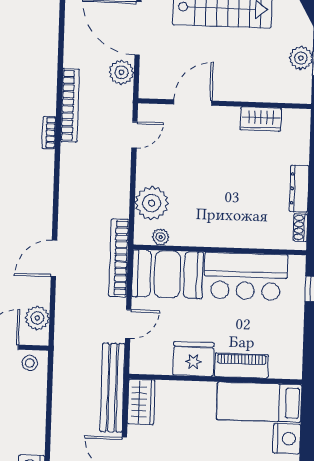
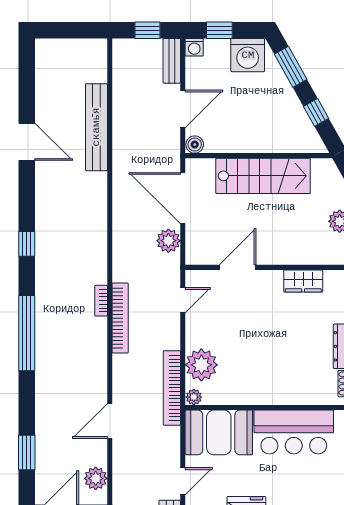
bookcase: (70, 105) -> (120, 318), moved
plant: (161, 237) -> (194, 397), moved
bookcase: (119, 258) -> (172, 388), moved

